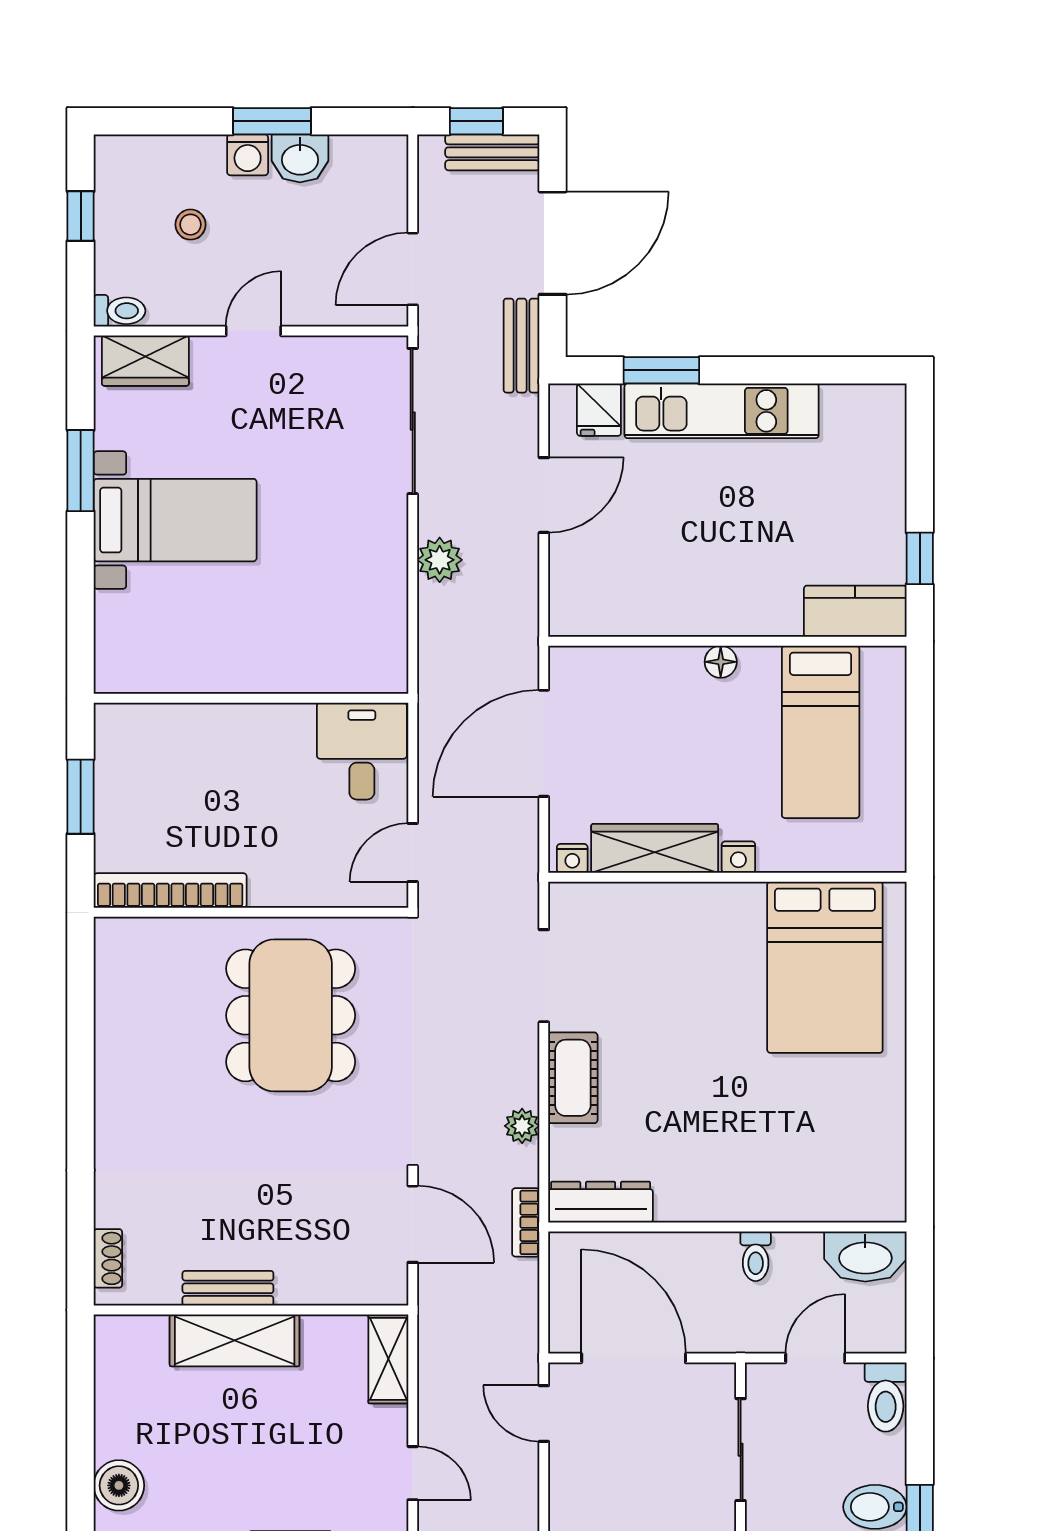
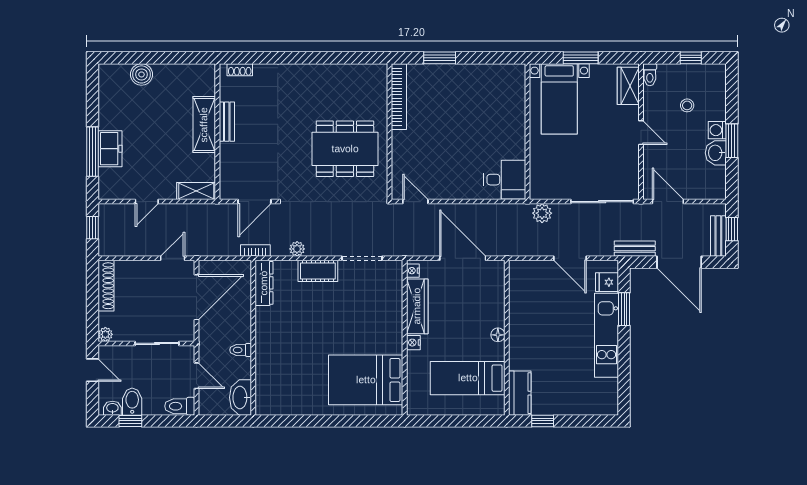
wall: (251, 698) -> (528, 132), moved
desk: (362, 751) -> (505, 180), moved

